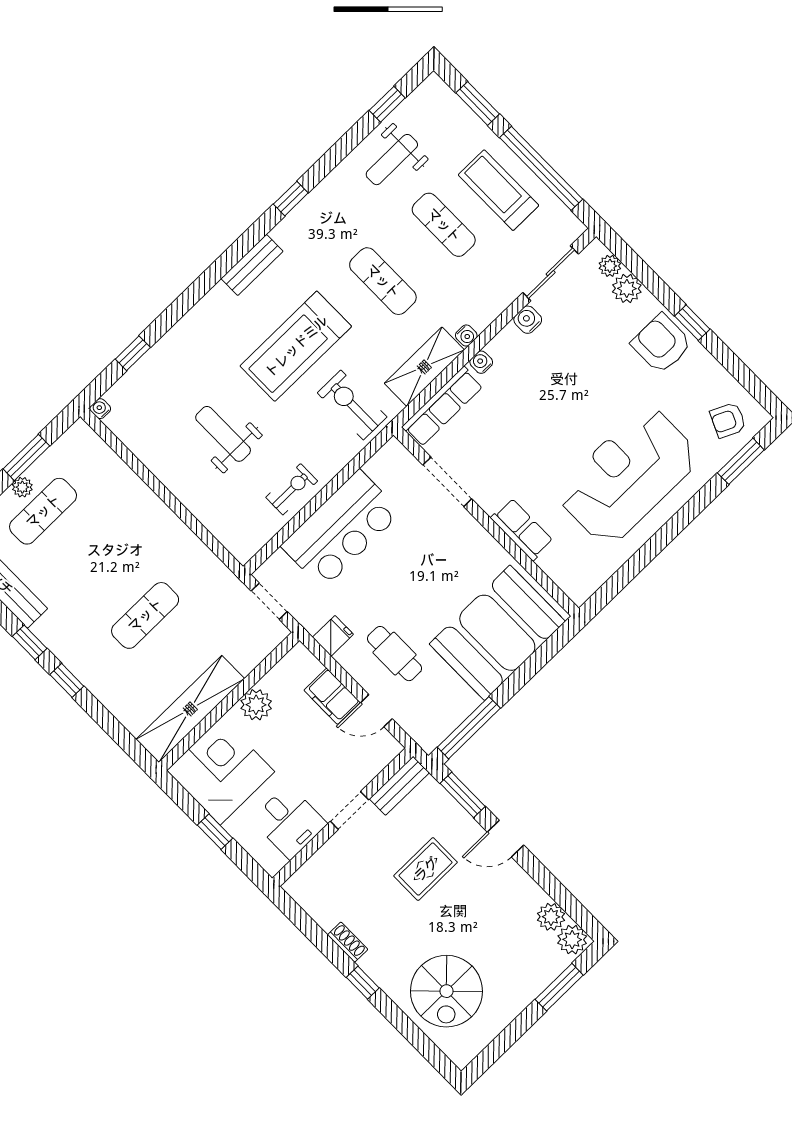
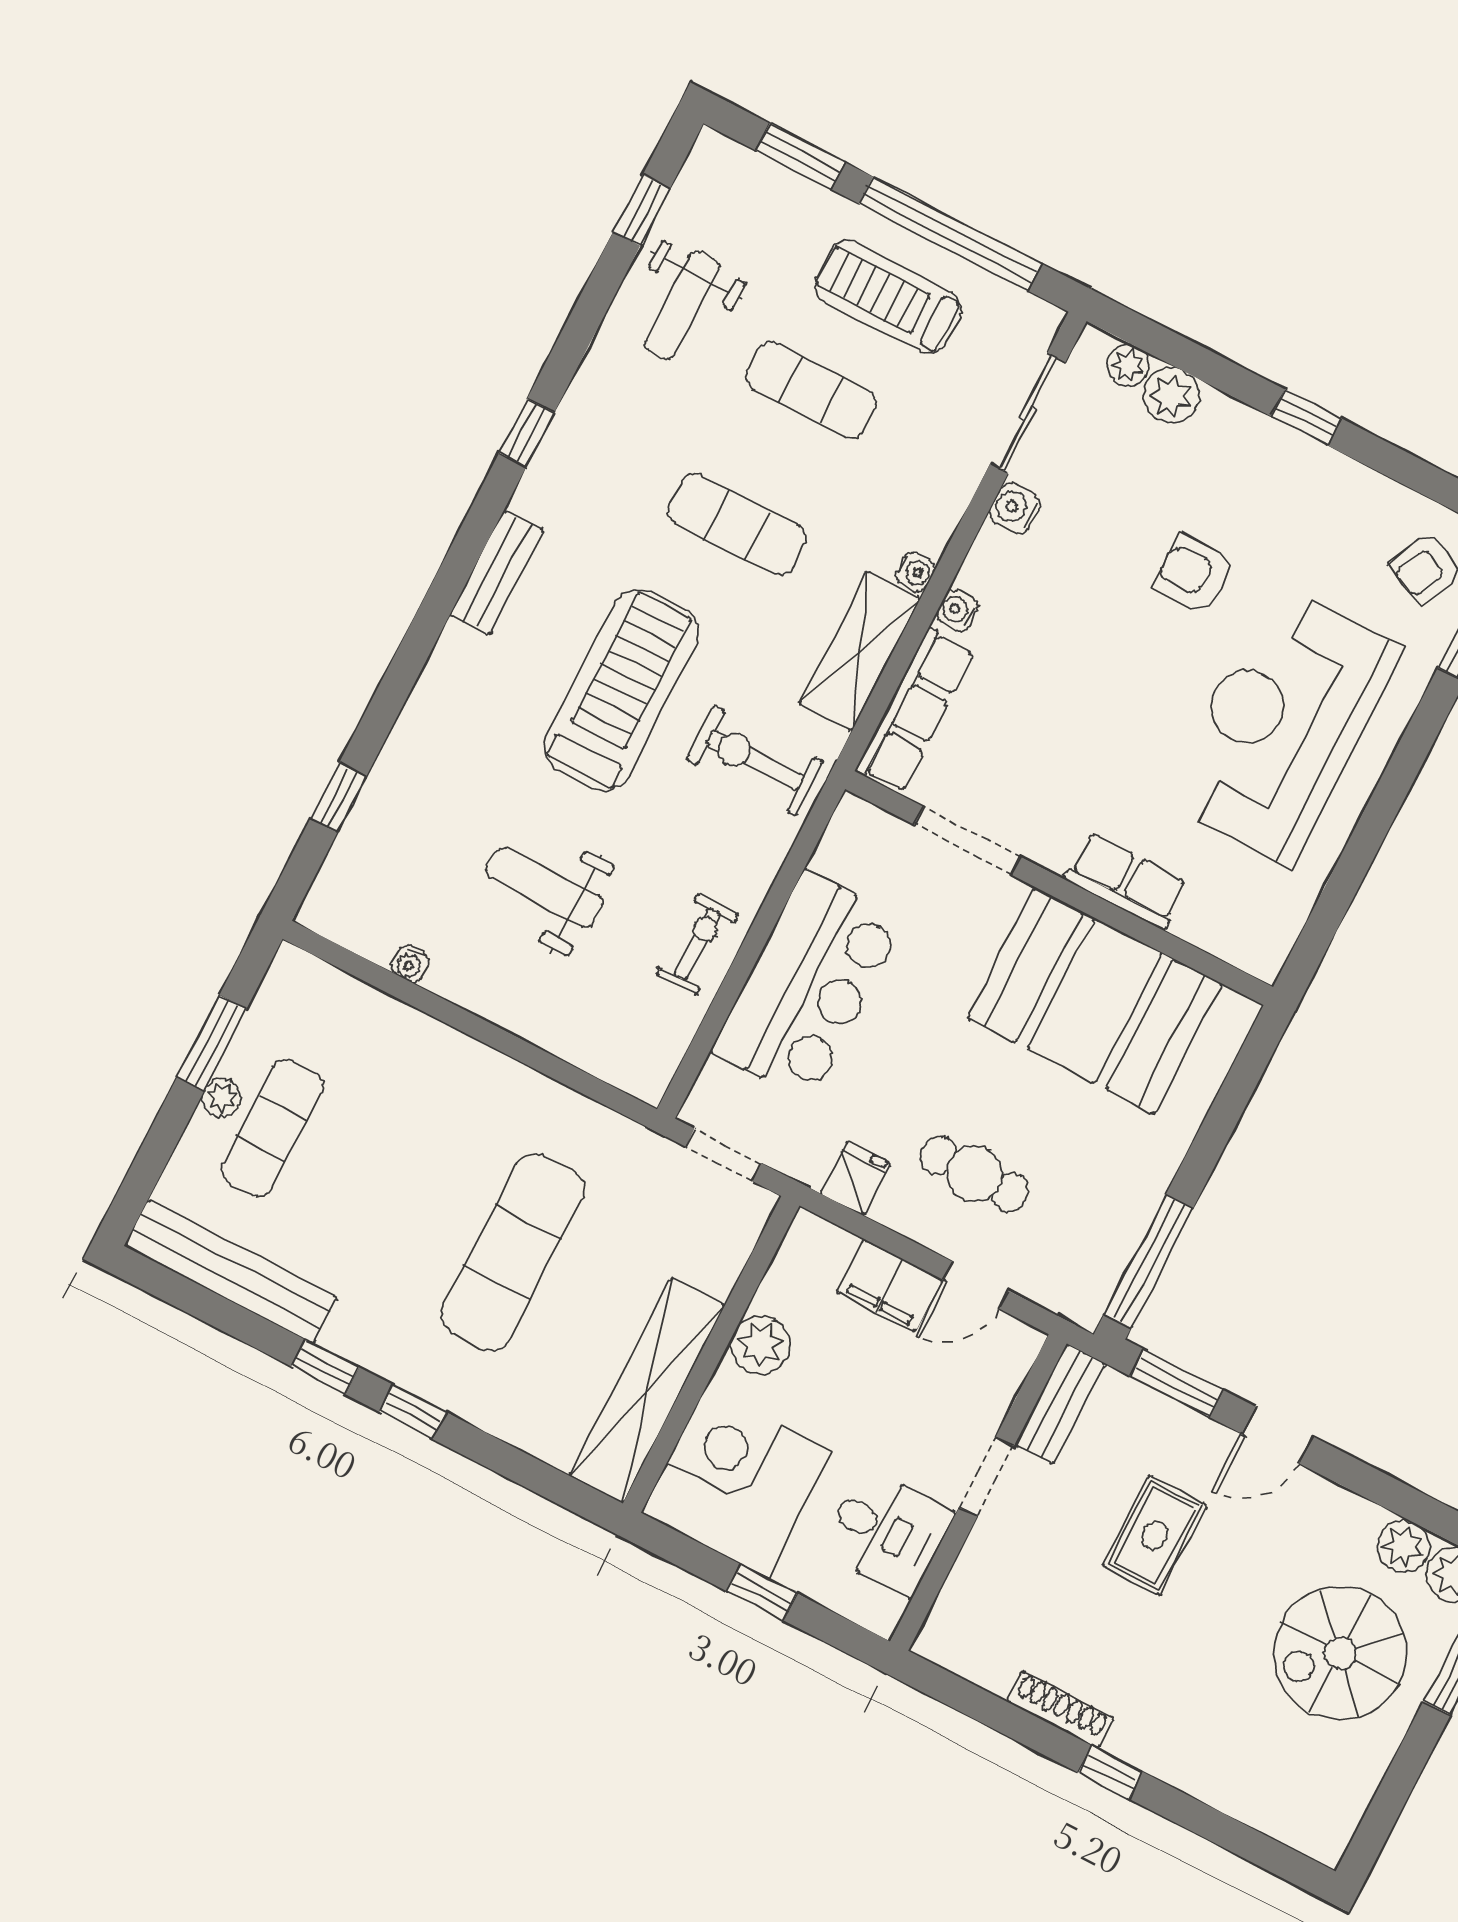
armchair: (661, 344) -> (1194, 574), moved, width x0.72, depth x0.72
treadmill: (296, 346) -> (621, 690), turned 180
water cooler: (100, 409) -> (410, 964), moved, turned -90
exercise mat: (145, 615) -> (513, 1252), width x1.36, depth x1.45
booth: (497, 633) -> (1095, 1001), moved, turned 90
shoe rack: (348, 942) -> (1060, 1710), width x1.43
spiral stairs: (446, 991) -> (1340, 1653), moved, turned 90

